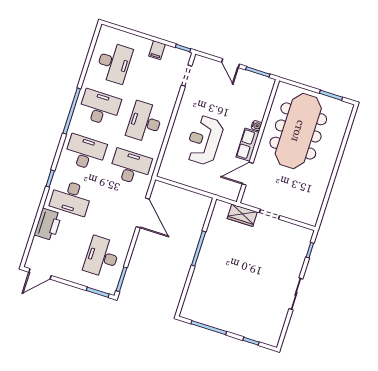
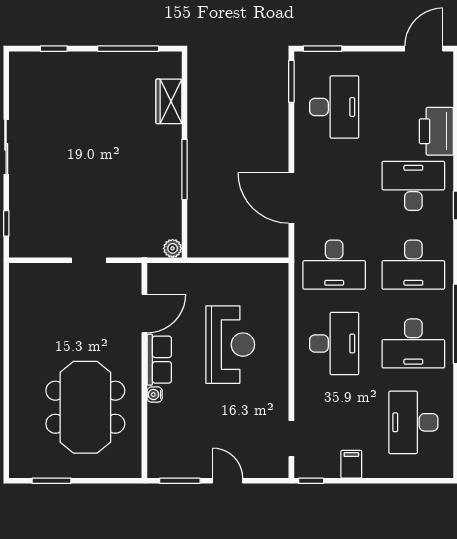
meeting table: (298, 131) -> (85, 407), width x0.73
plant: (220, 206) -> (173, 248), added
wardrobe: (242, 215) -> (169, 101), moved, turned -90

